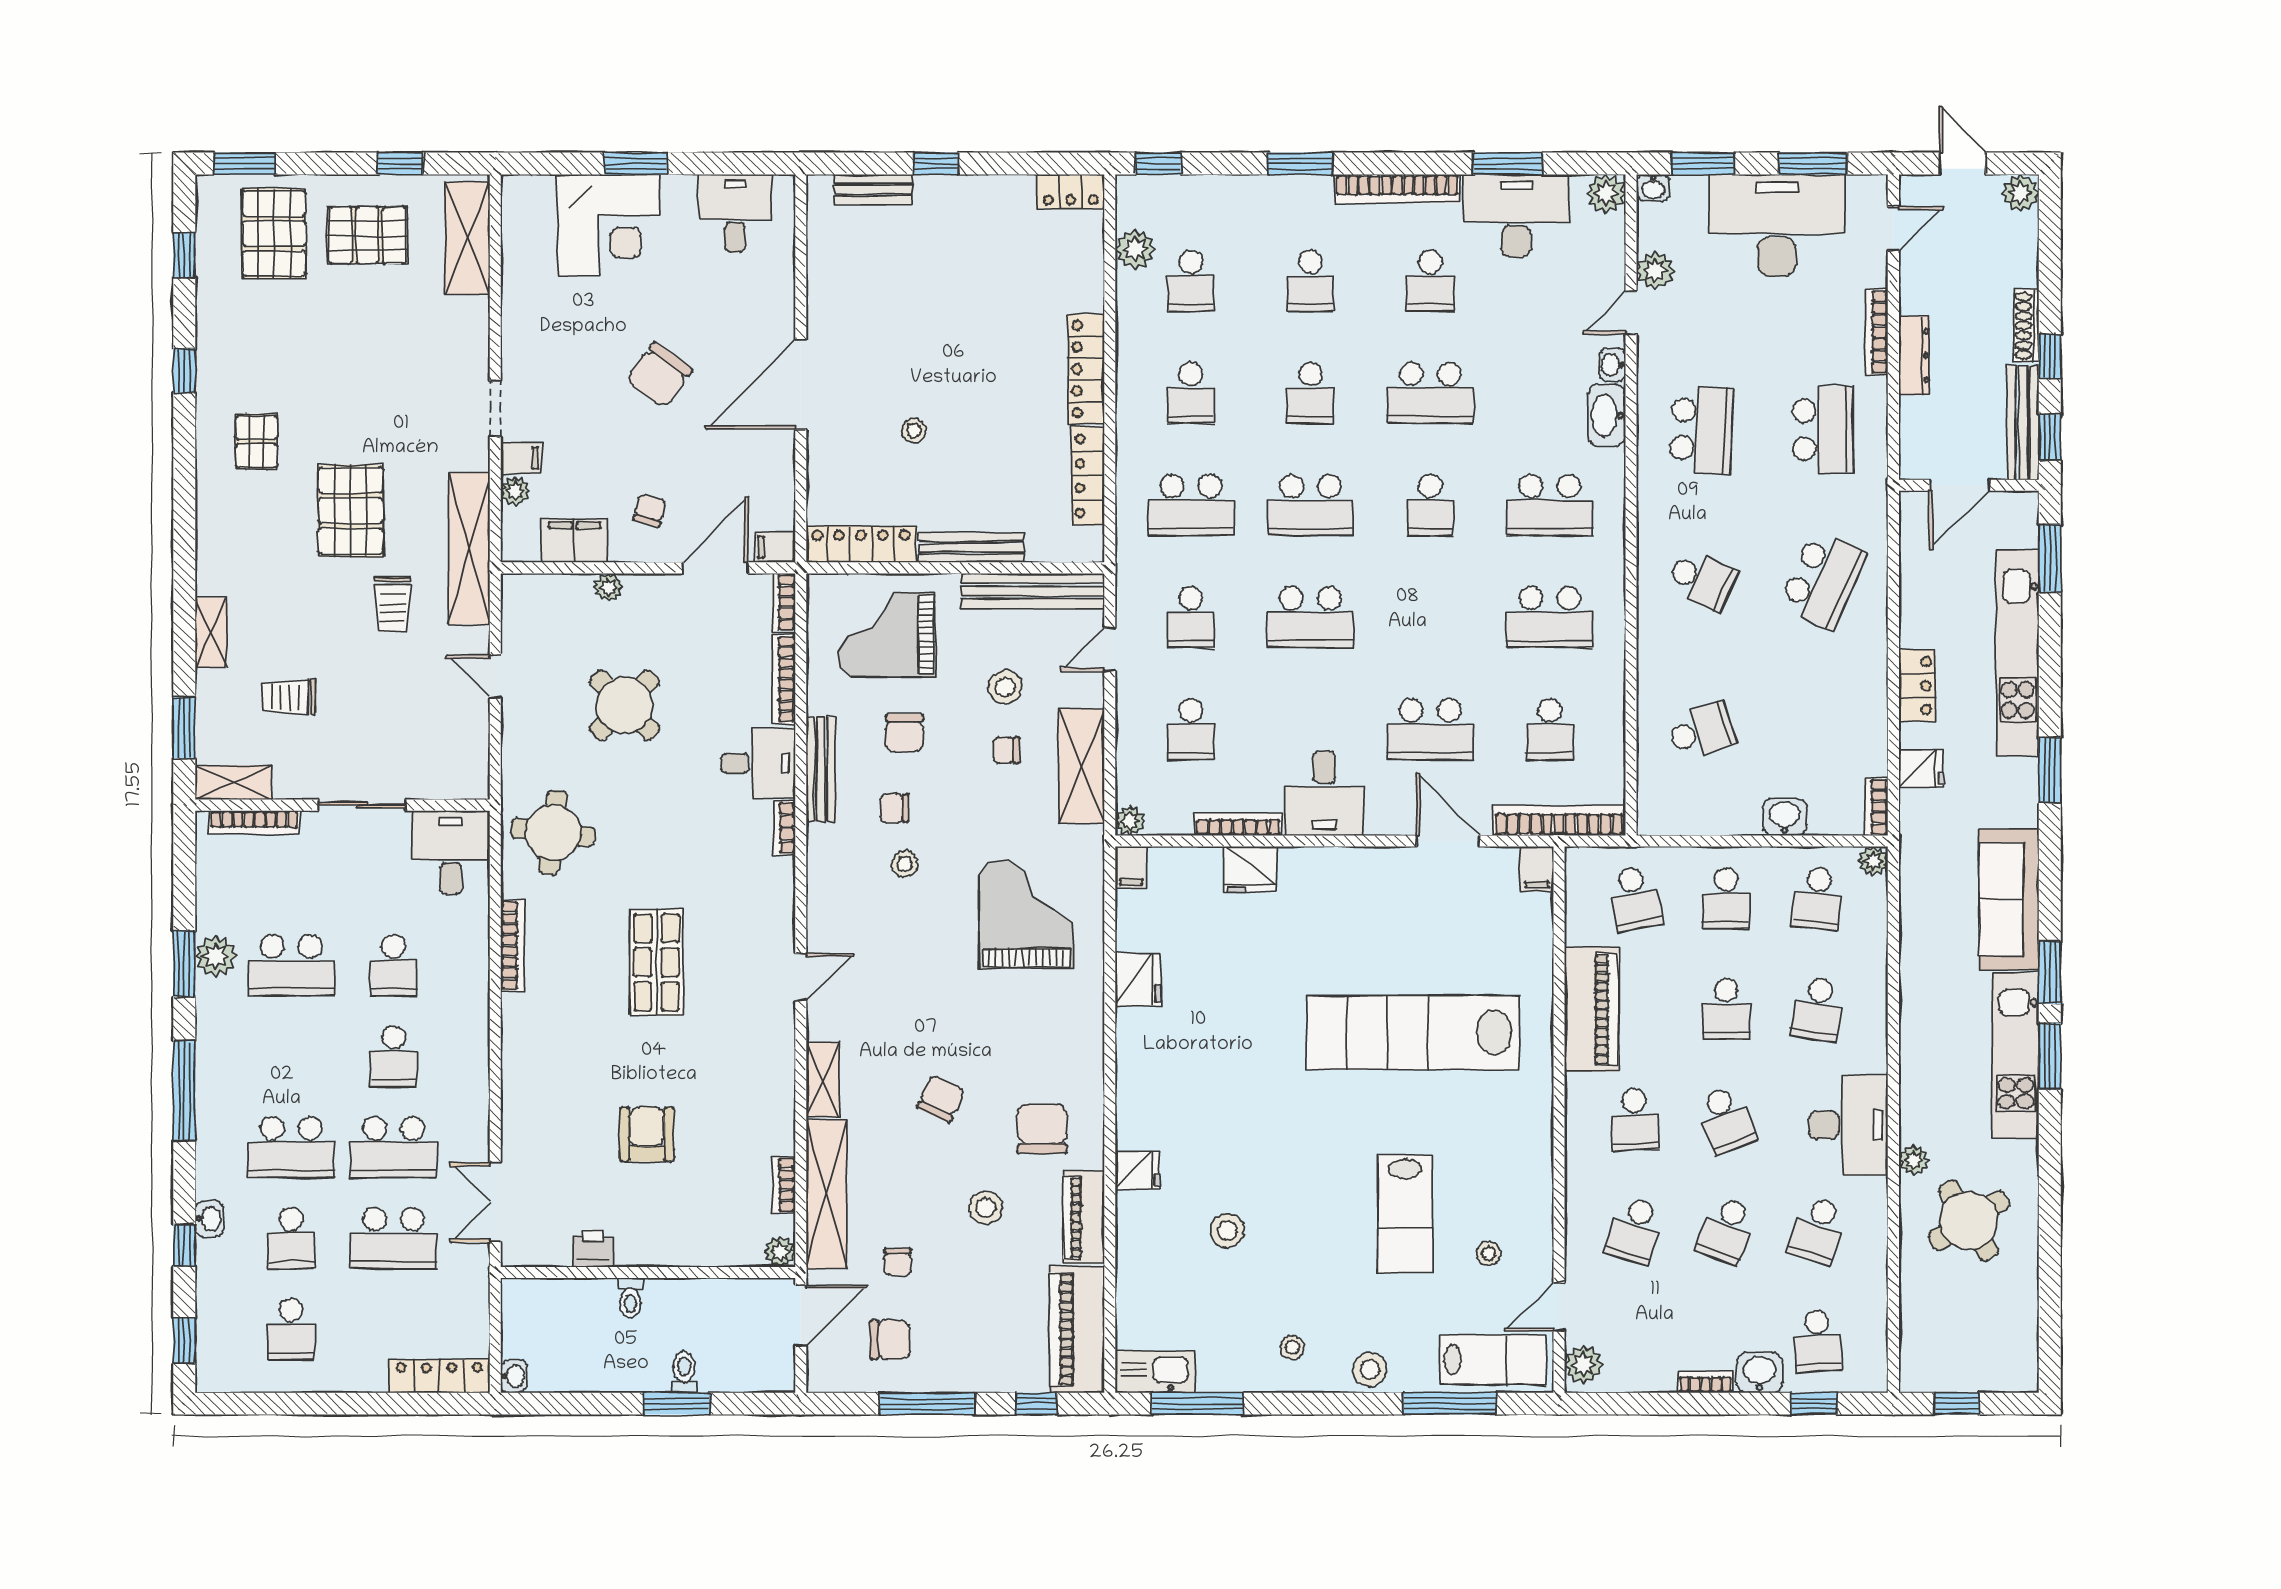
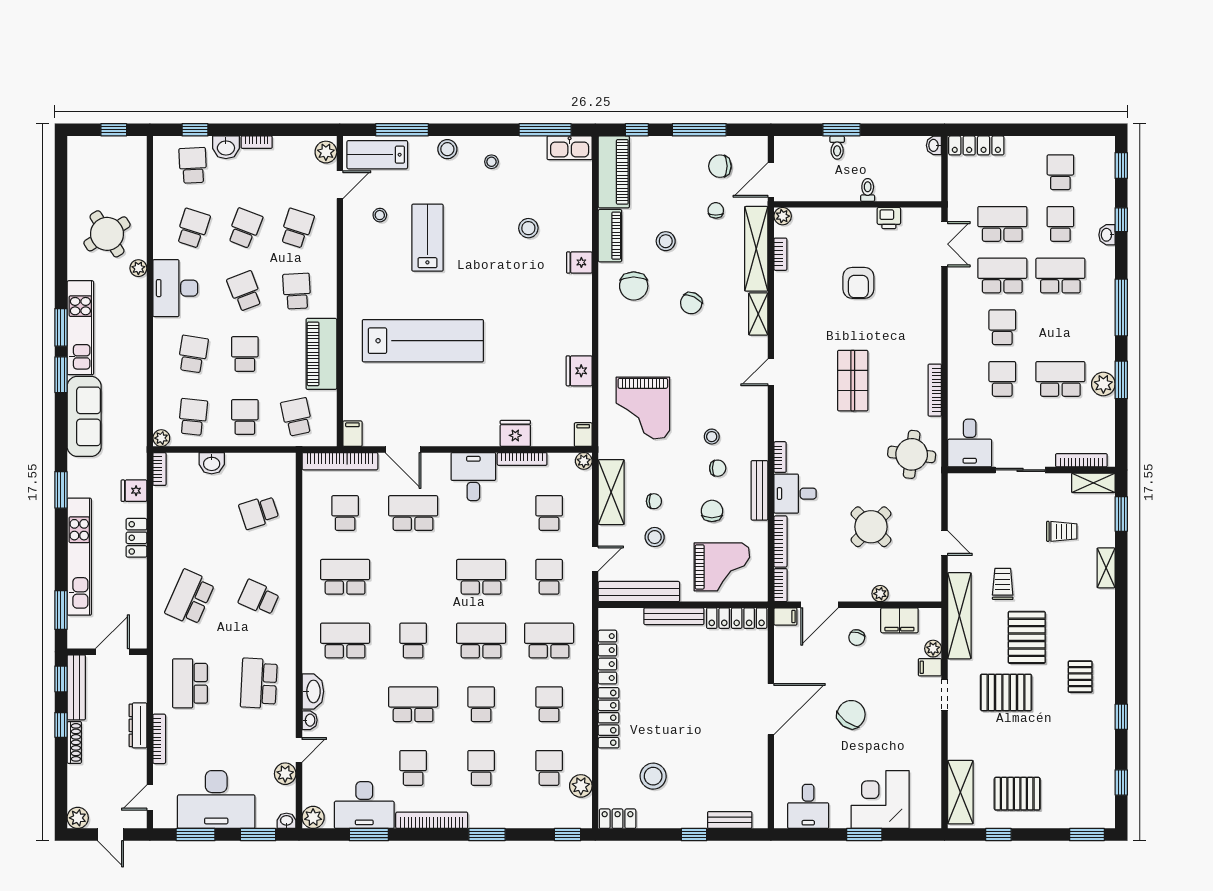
pallet: (274, 233) -> (1006, 692), moved, turned 90
stool: (914, 431) -> (653, 776), moved, width x1.89, depth x1.89

